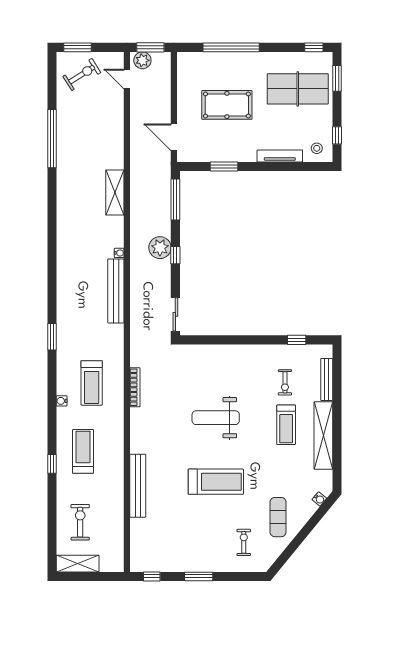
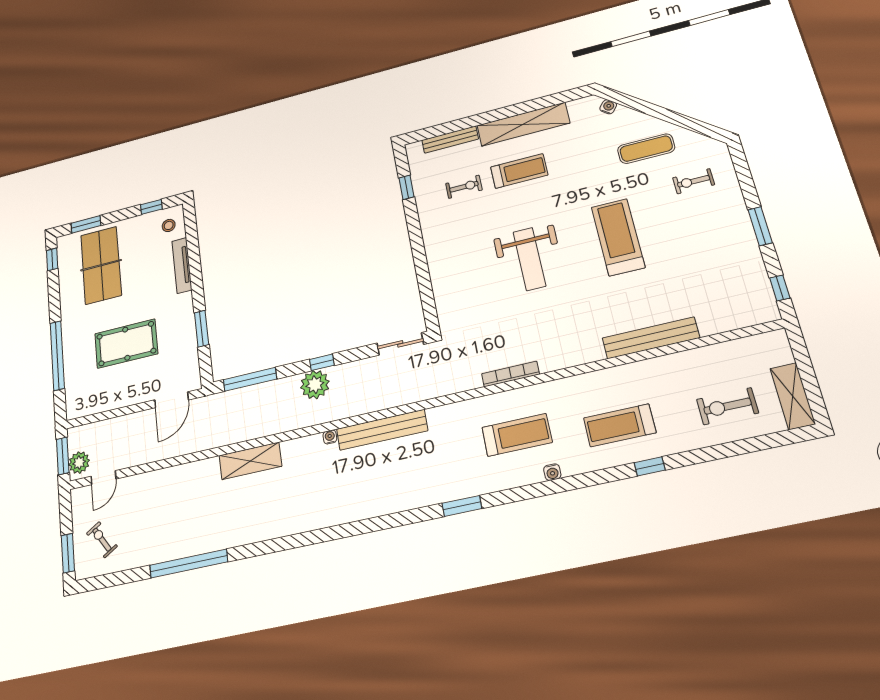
exercise bike: (82, 74) -> (102, 540), width x0.73, depth x0.72
pool table: (227, 105) -> (126, 344), turned 90

